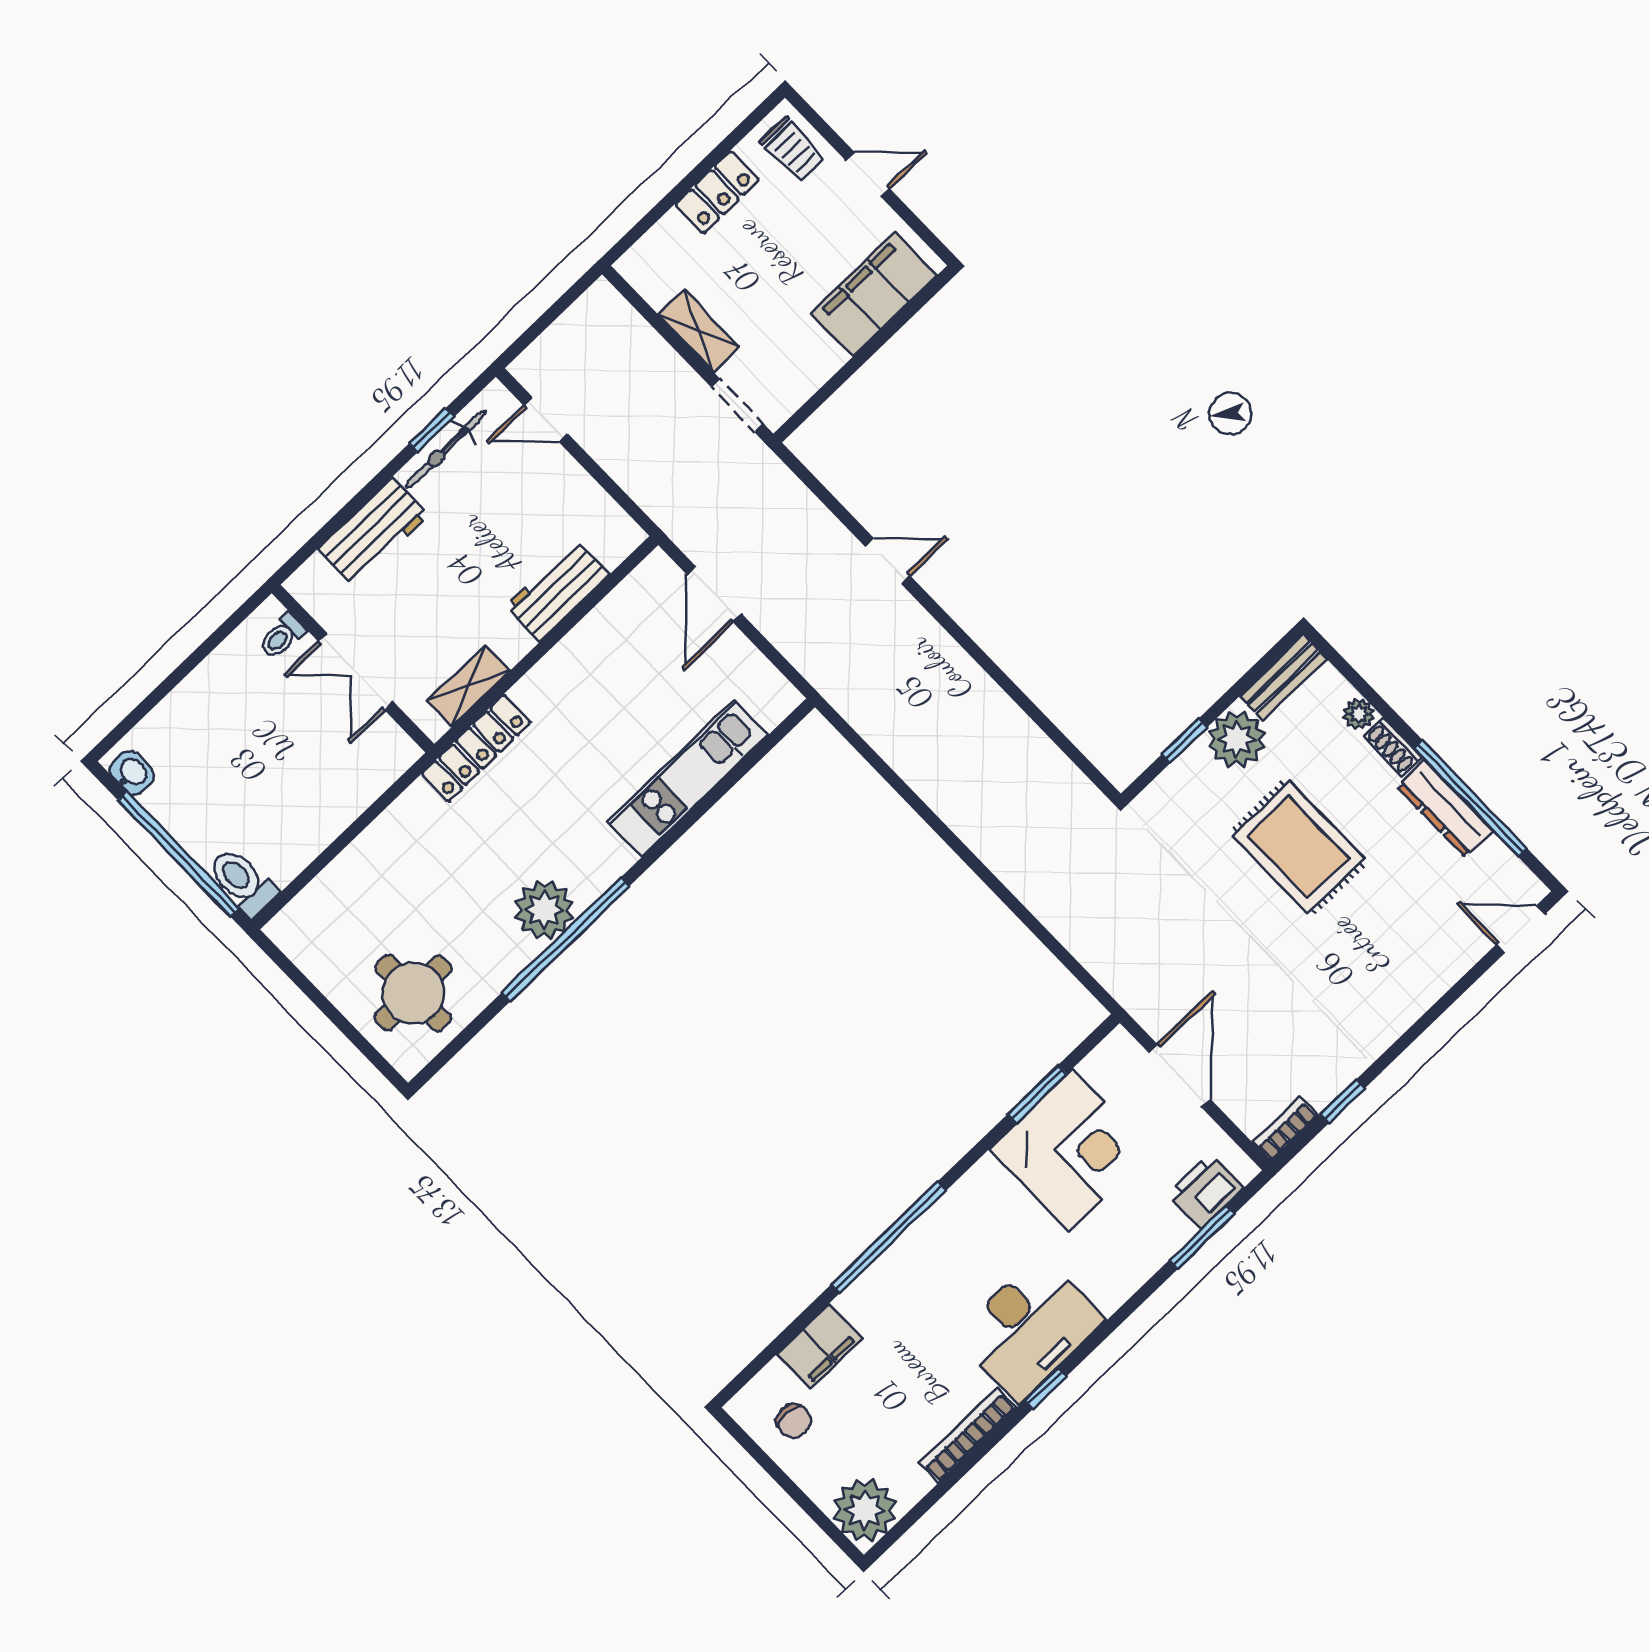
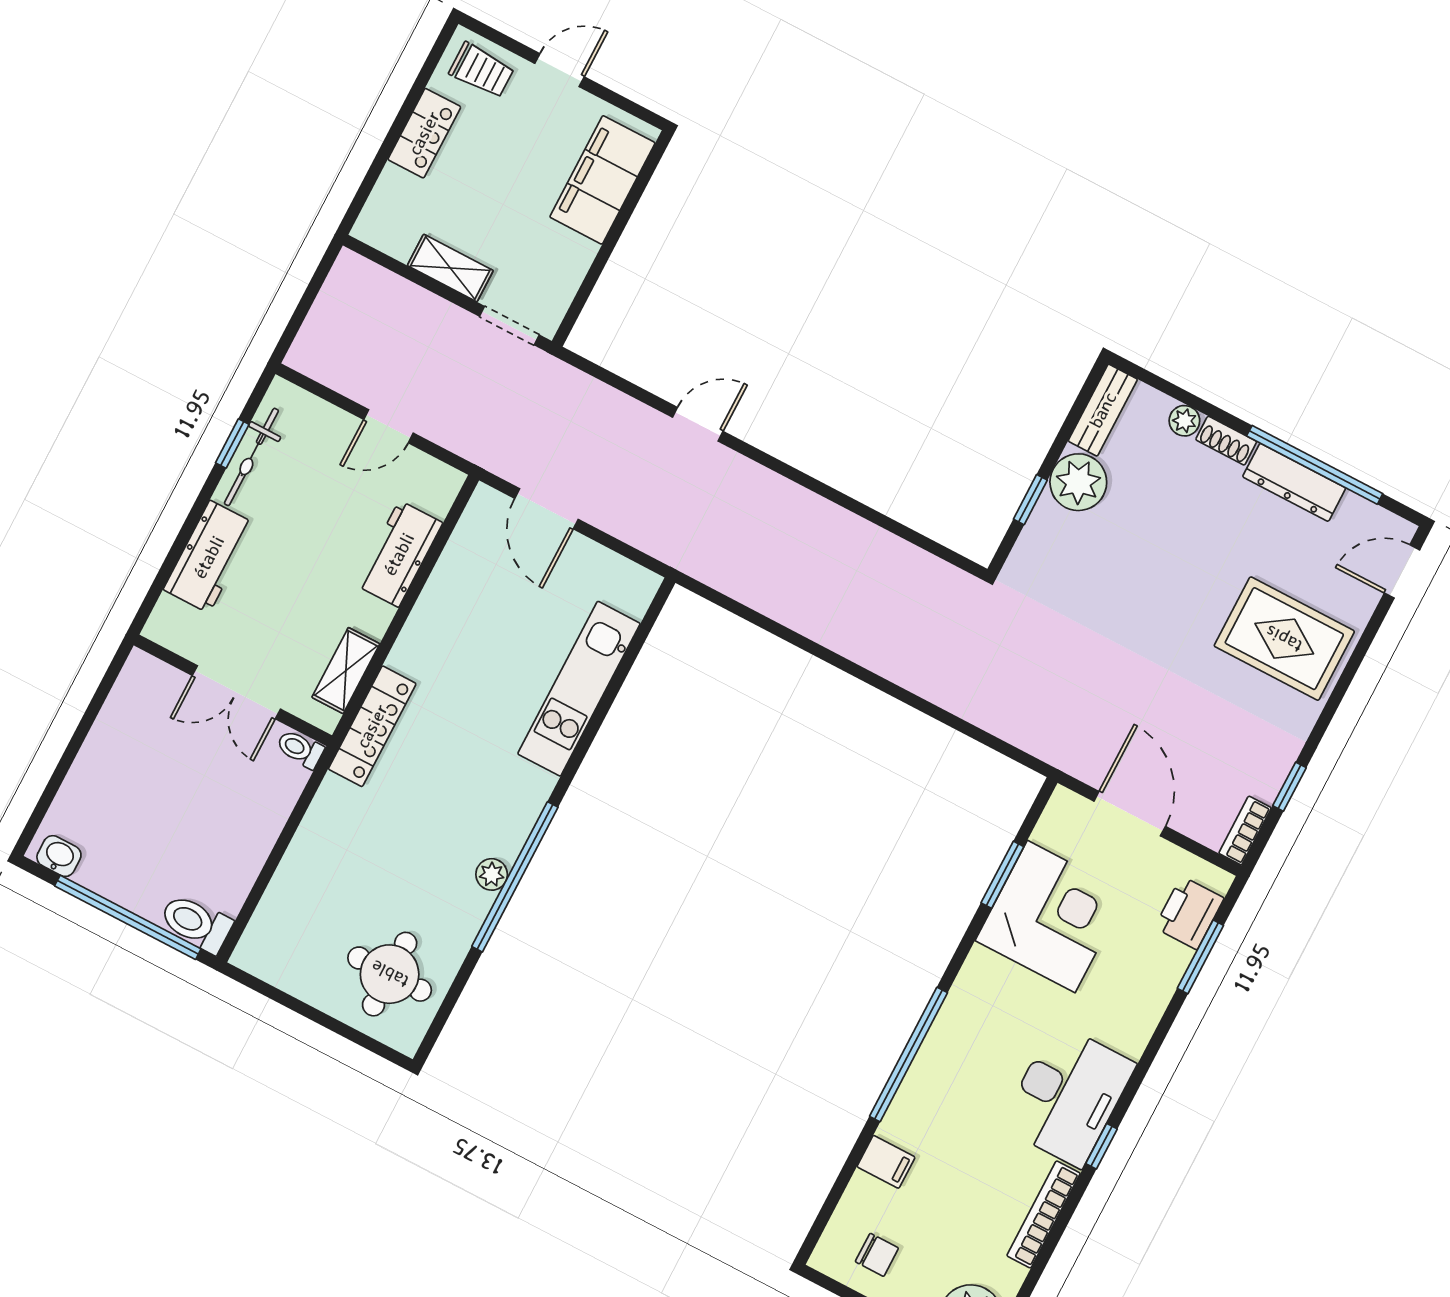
door: (546, 420) -> (389, 426), moved
toilet: (282, 636) -> (300, 749), moved, turned 90
rug: (1298, 847) -> (1284, 639), moved
plant: (544, 910) -> (492, 874), width x0.53, depth x0.53
filing cabinet: (819, 1347) -> (886, 1162), width x0.50

